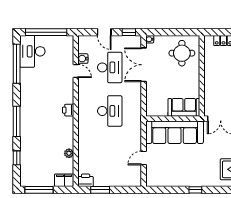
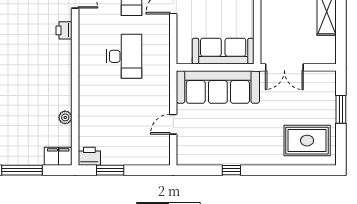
sofa: (184, 107) -> (223, 51), width x1.36
printer: (68, 110) -> (64, 30), moved
window: (195, 190) -> (231, 170), moved

